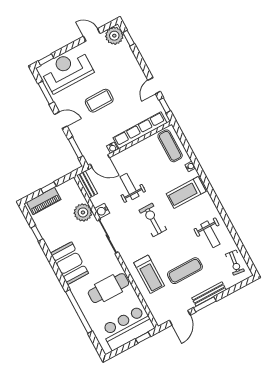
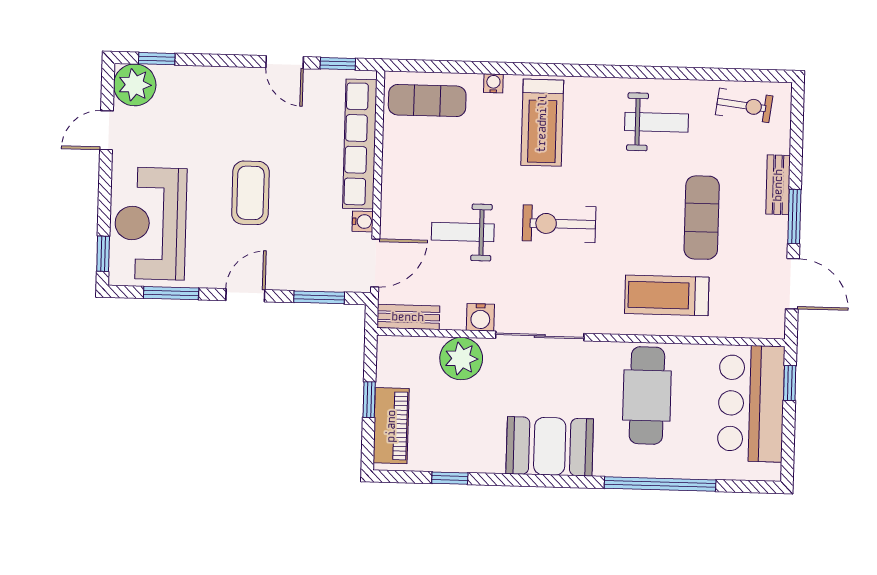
treadmill: (149, 274) -> (667, 295), turned 180
bench: (209, 294) -> (778, 185), width x0.73

